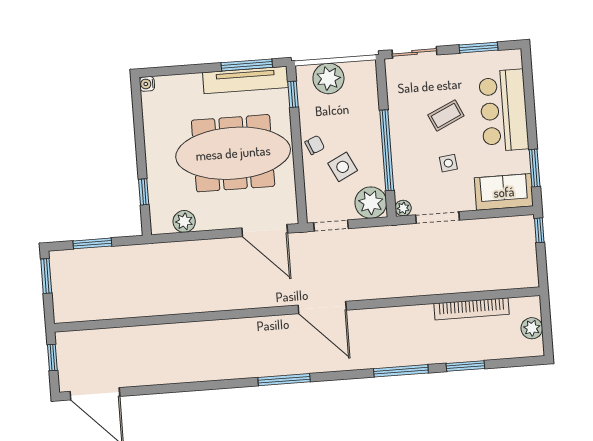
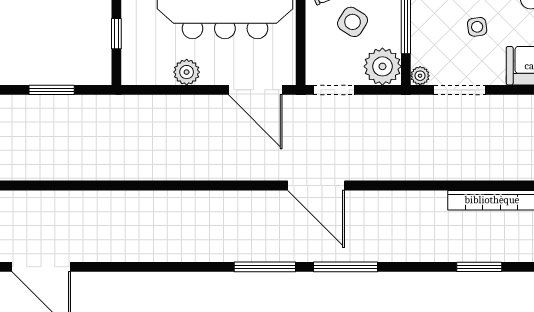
side table: (343, 167) -> (353, 22), turned -31
plant: (184, 221) -> (187, 72), moved
window: (401, 371) -> (345, 267), moved

